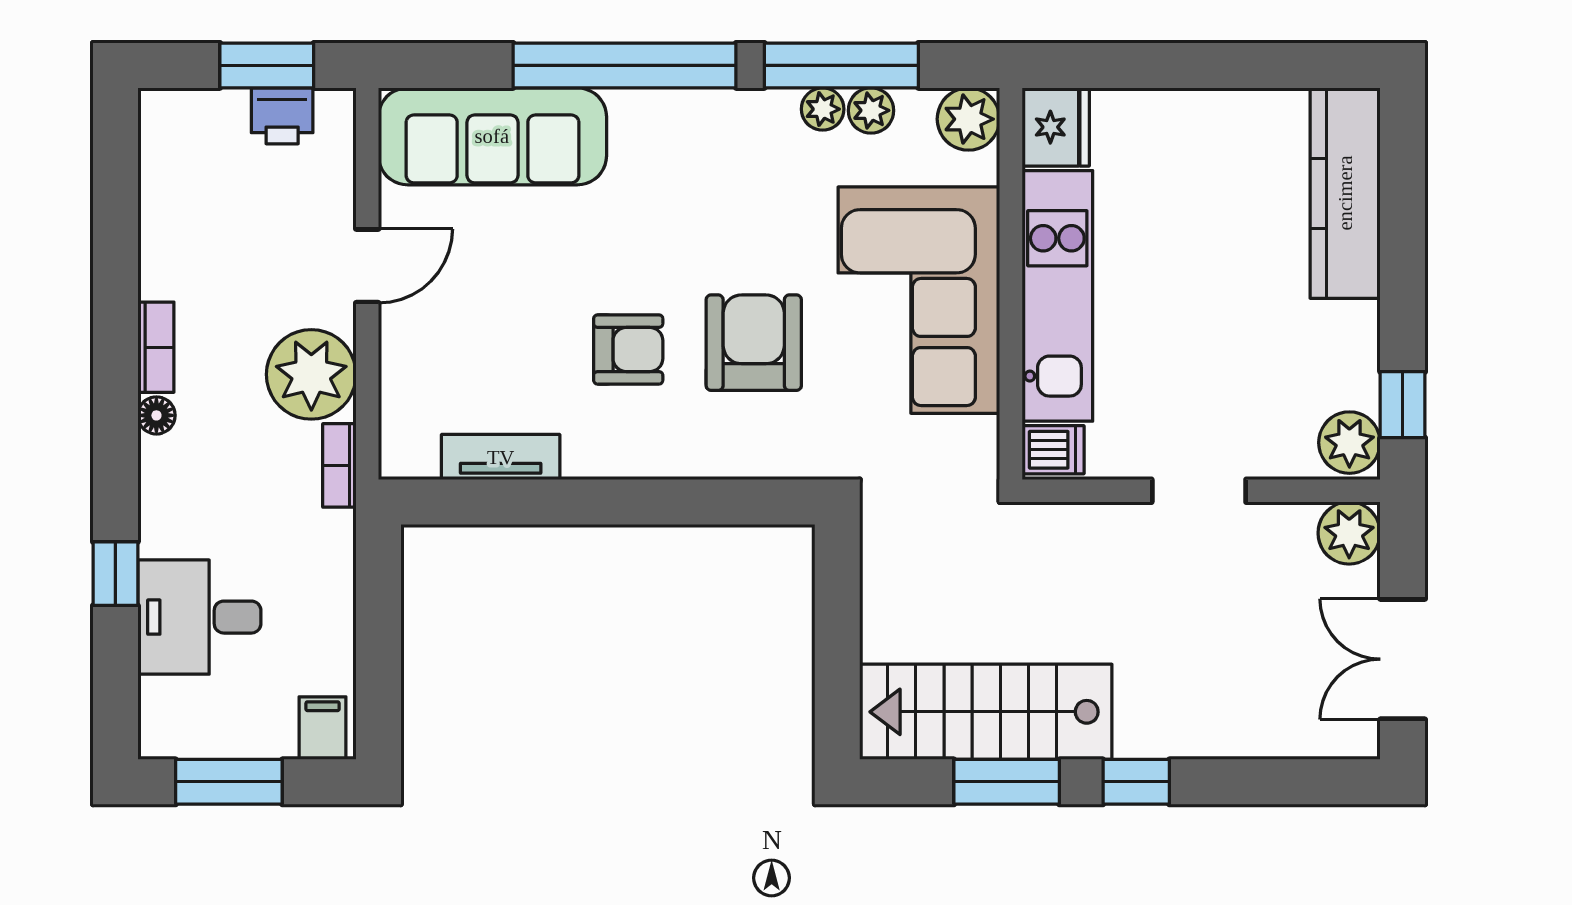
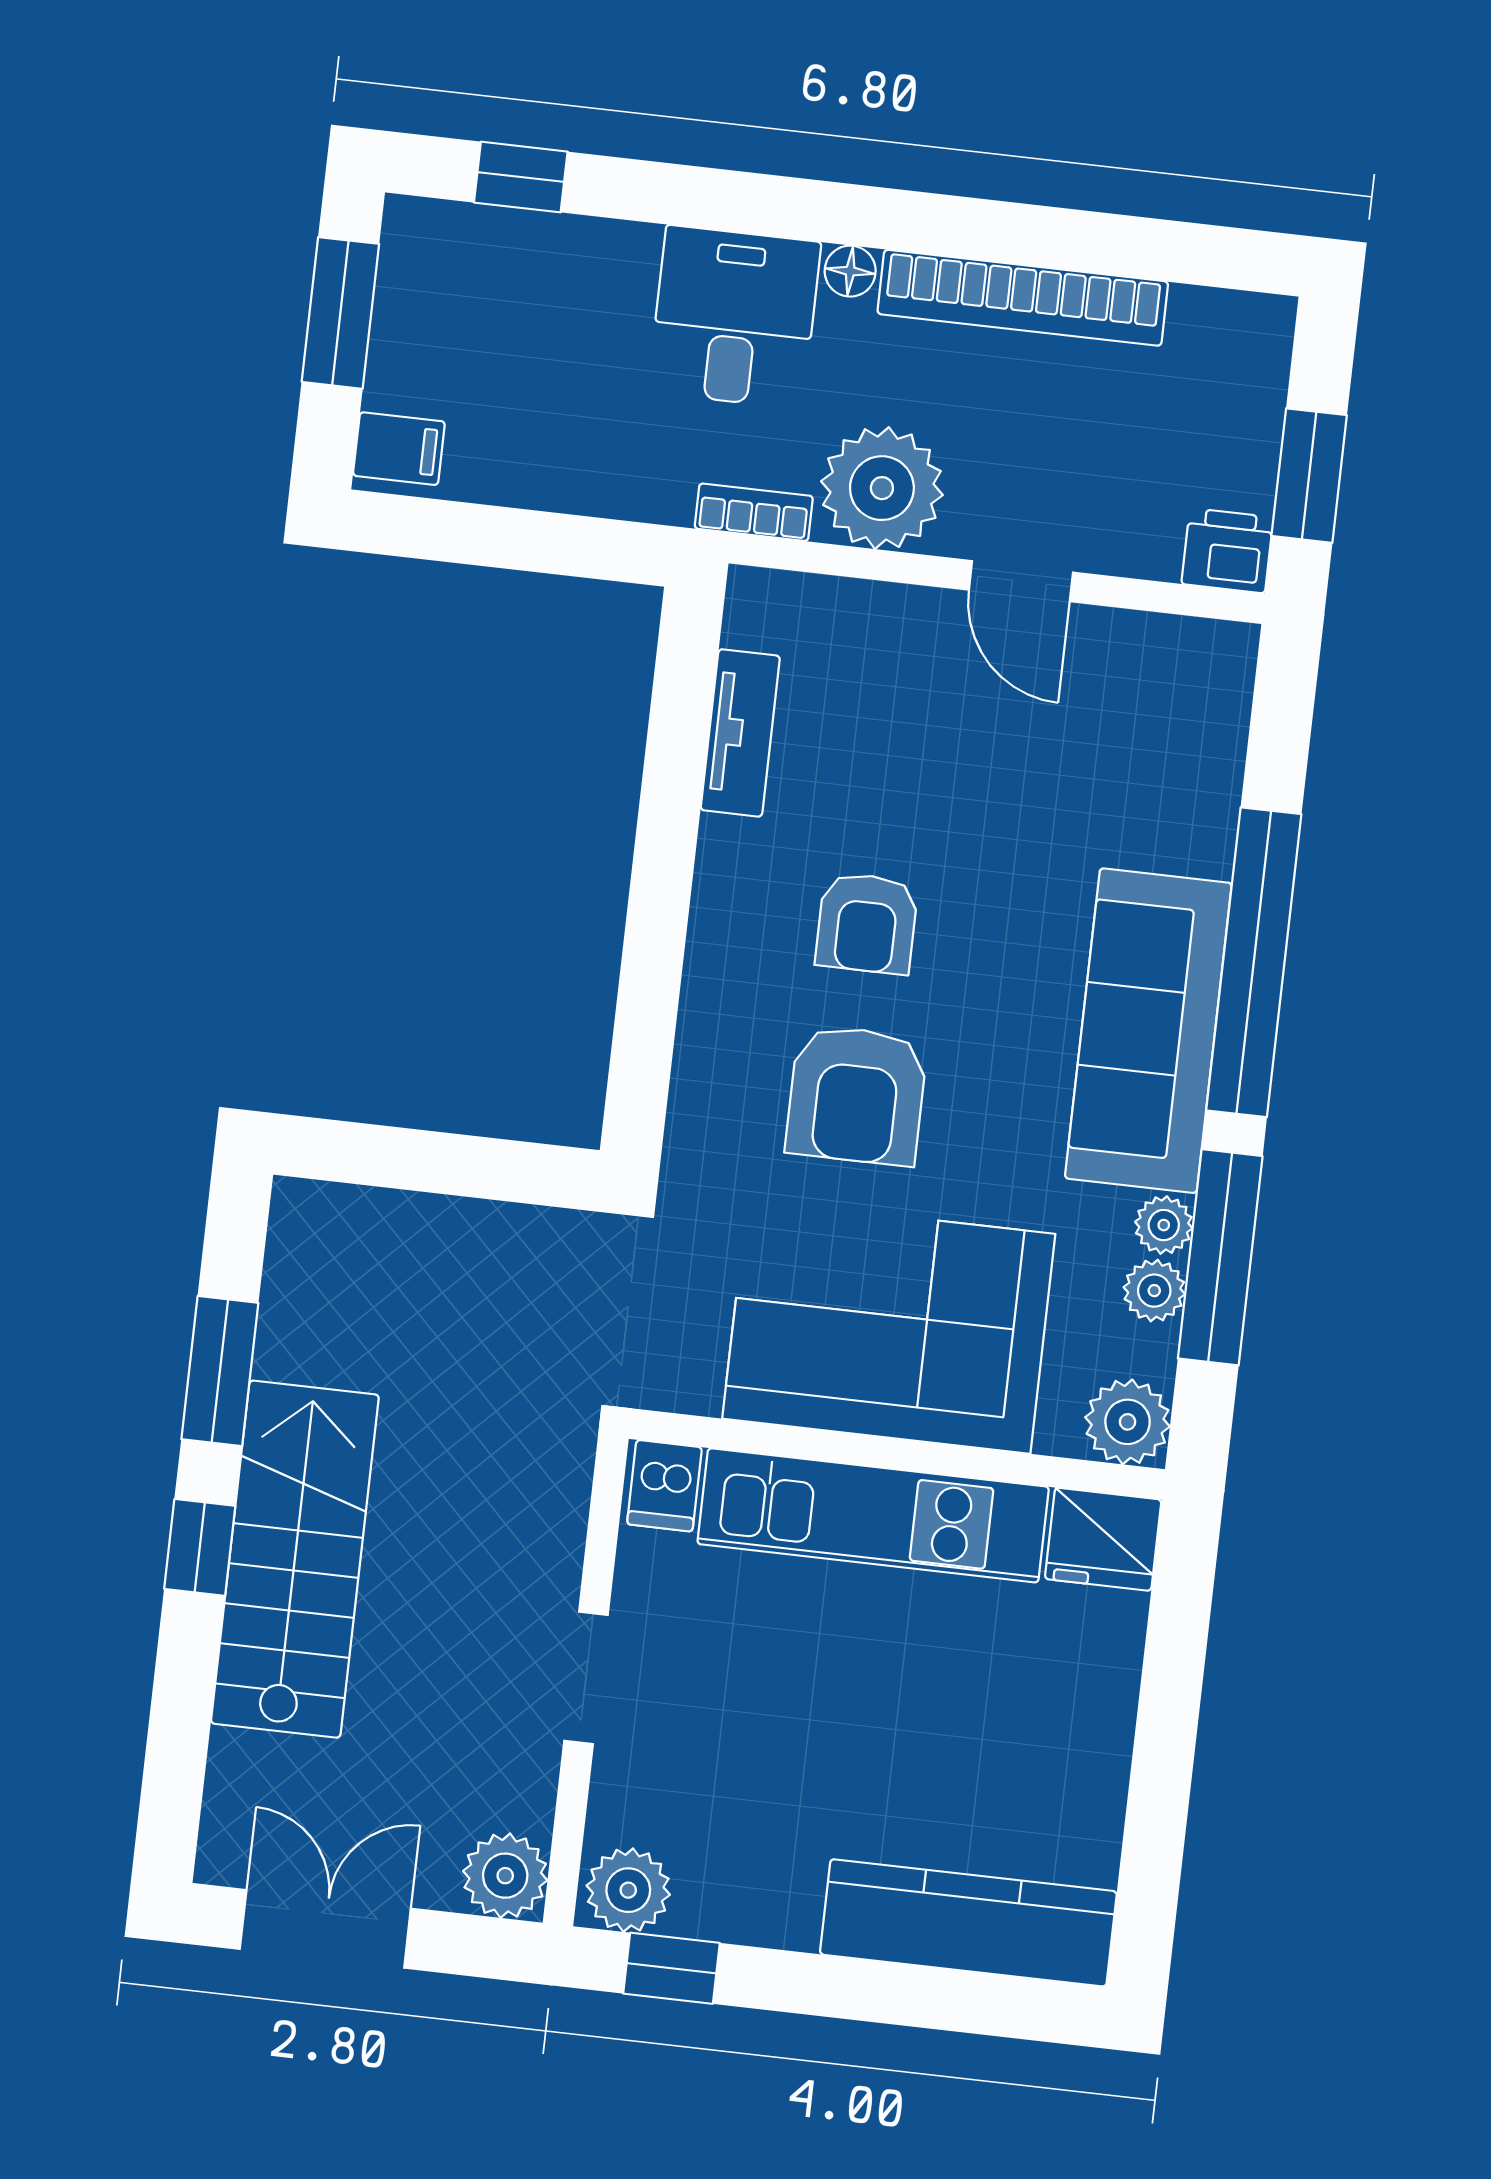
printer: (282, 116) -> (1227, 551), moved, turned 90
sofa: (492, 136) -> (1148, 1031), moved
armchair: (754, 343) -> (857, 1095), turned 90
bookcase: (156, 347) -> (1023, 298), width x2.31, depth x1.31
window: (115, 574) -> (521, 177), moved
desk: (199, 617) -> (734, 317), moved
stairs: (986, 712) -> (295, 1559), moved

